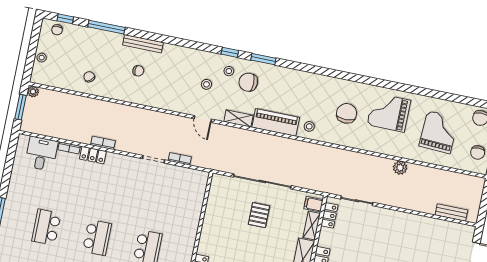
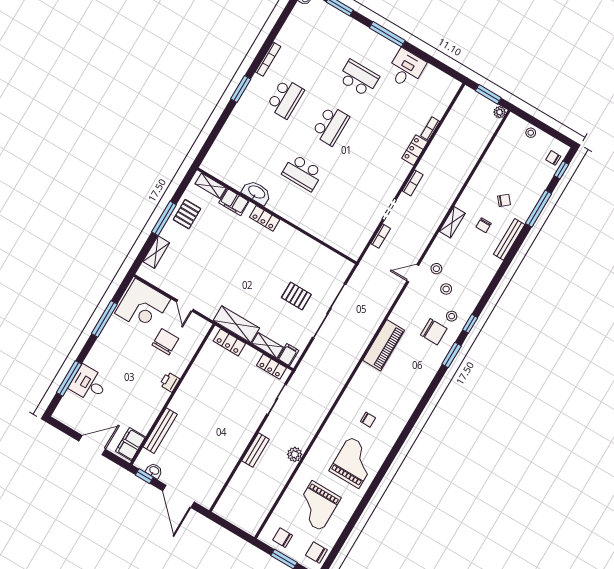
chair: (89, 77) -> (504, 200), moved
chair: (248, 82) -> (434, 332), turned 90
chair: (347, 113) -> (368, 420), width x0.54, depth x0.54
shelving: (238, 118) -> (452, 222), moved
stool: (309, 126) -> (436, 269), moved
grand piano: (439, 132) -> (317, 506), turned 87
bookcase: (103, 143) -> (413, 183), moved
desk: (41, 154) -> (406, 69), moved, turned -90
bench: (451, 213) -> (256, 450), moved
school desk: (97, 237) -> (331, 125), turned -90

